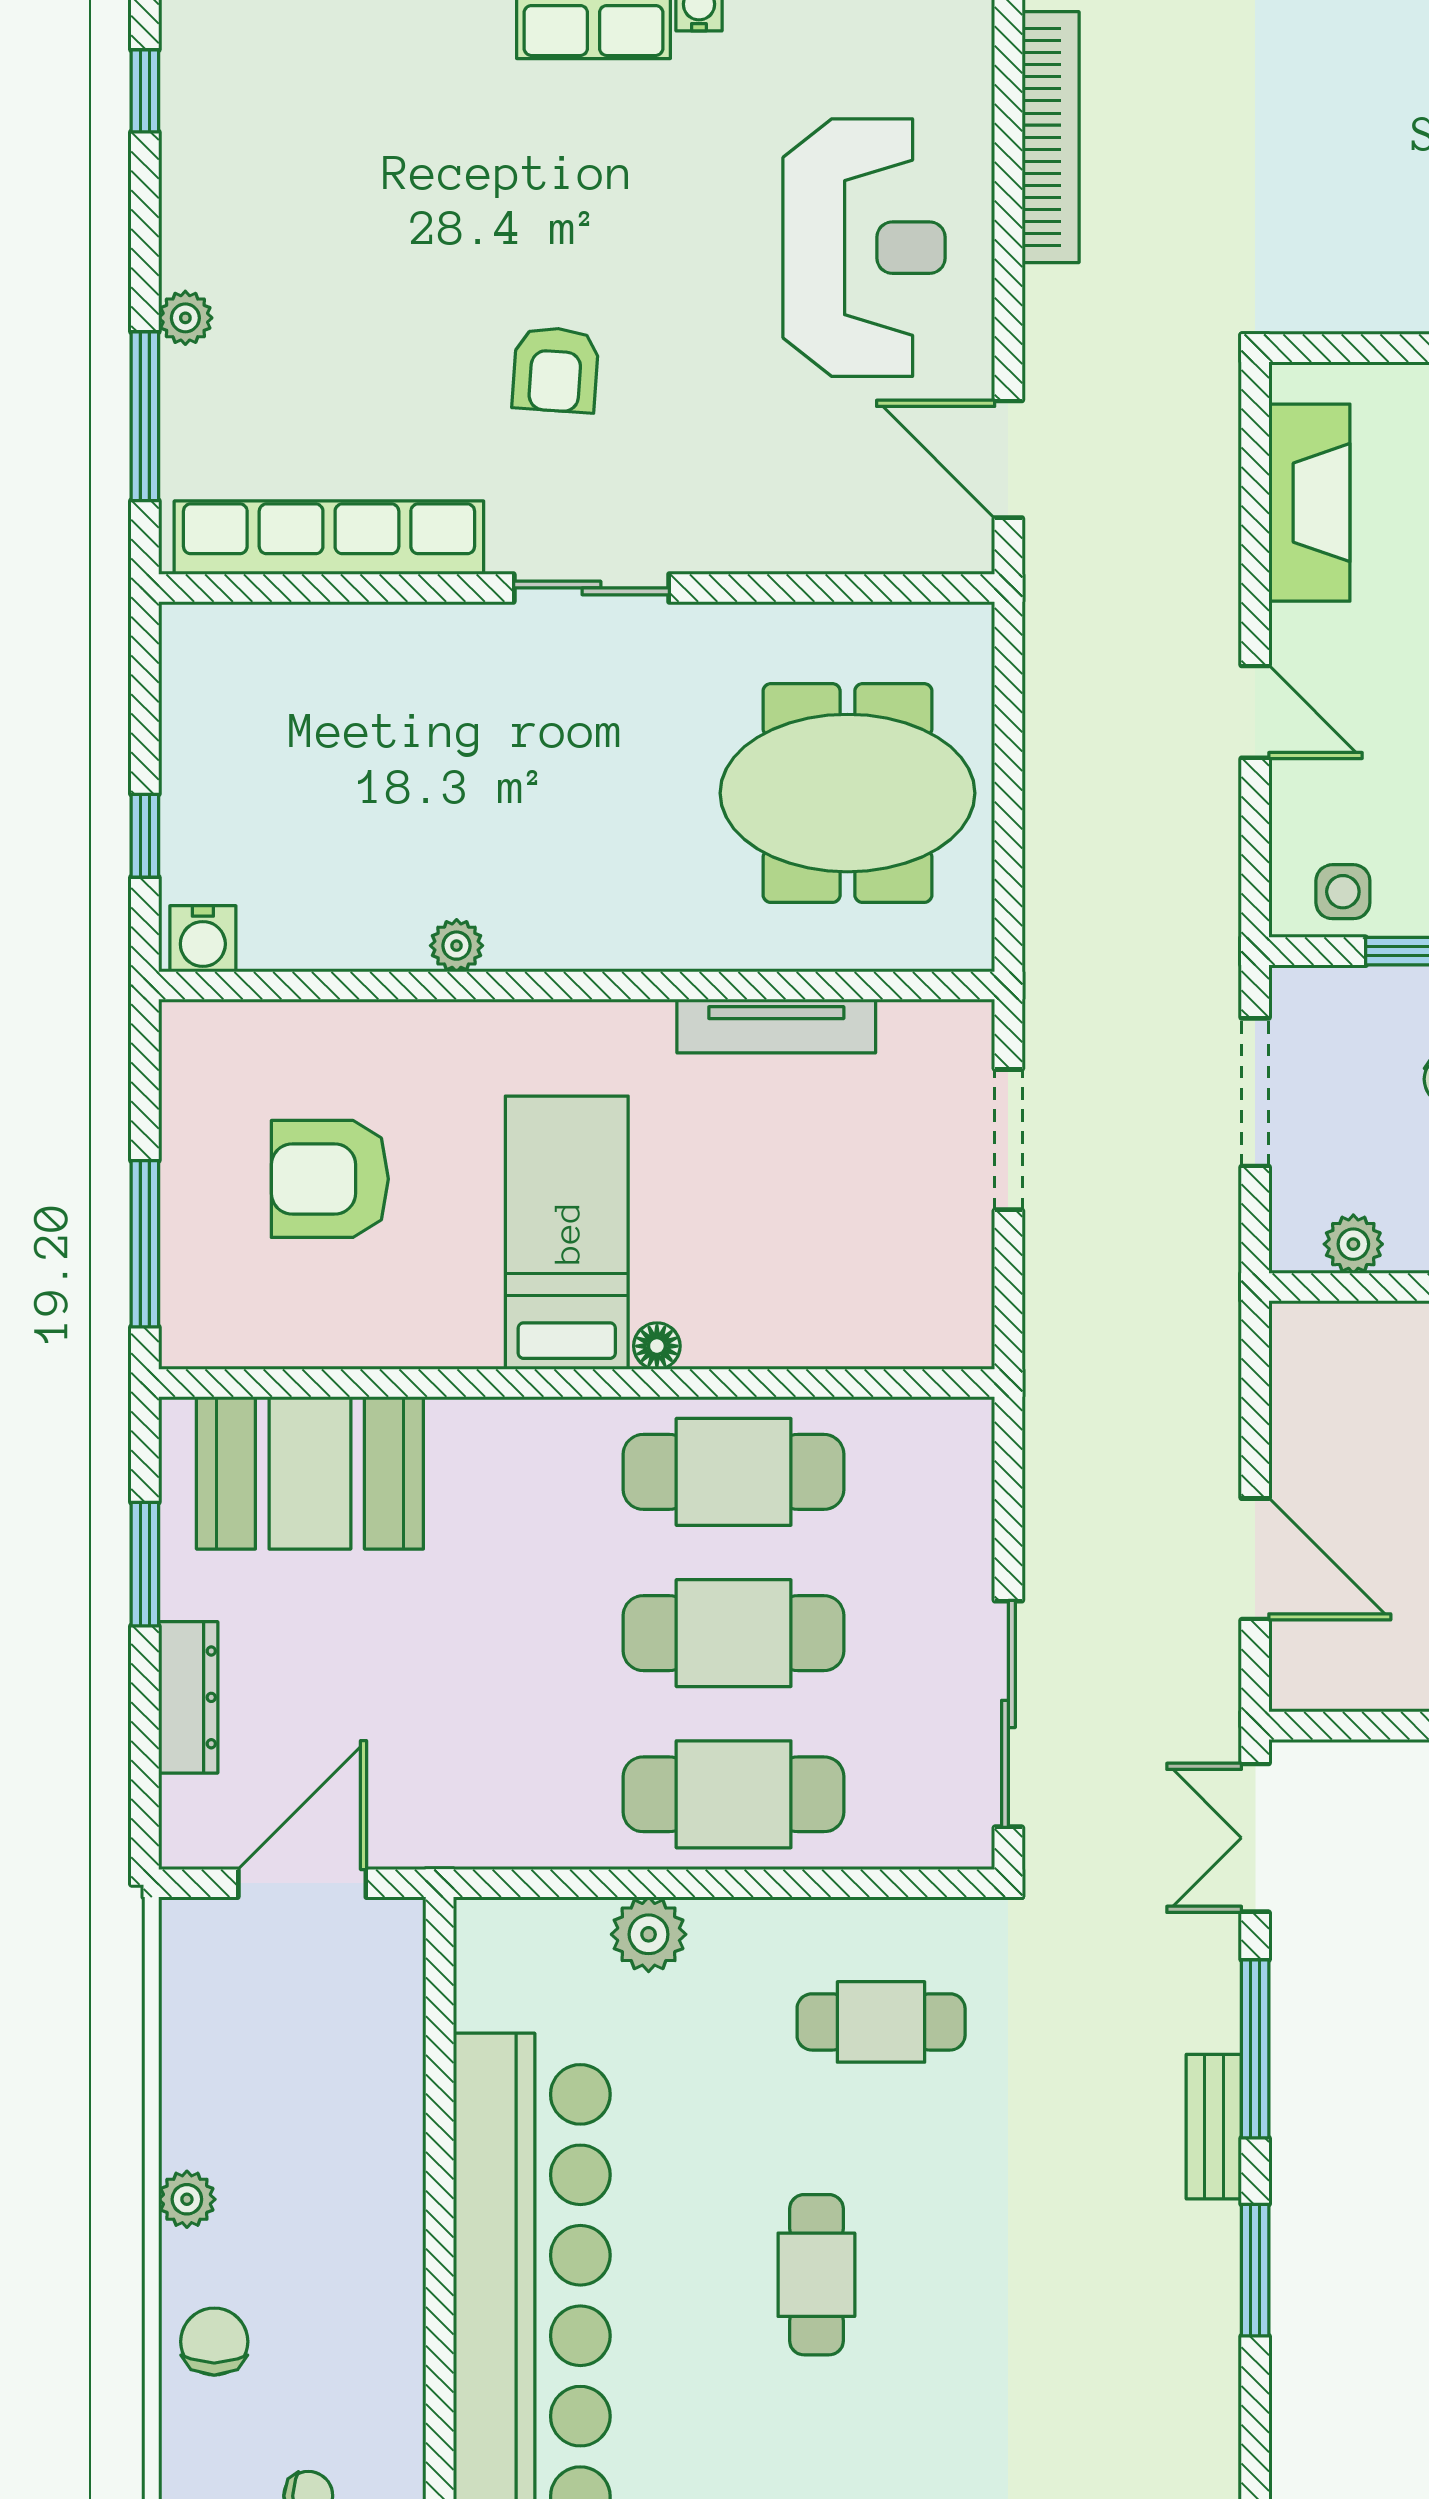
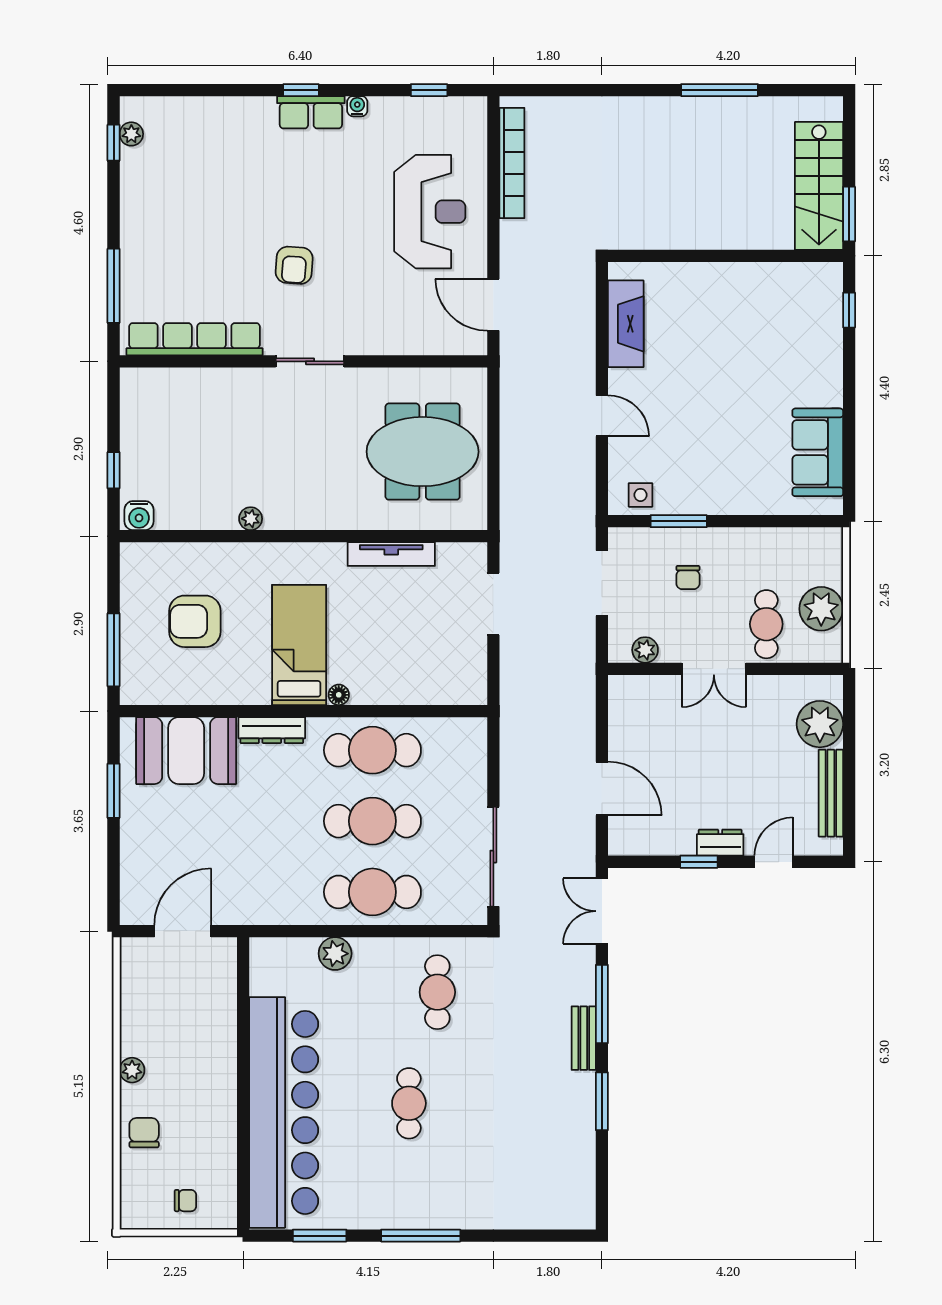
plant: (185, 318) -> (131, 134), moved
dresser: (188, 1697) -> (272, 730), moved, turned 90
cafe table: (881, 2022) -> (437, 992), turned 90

